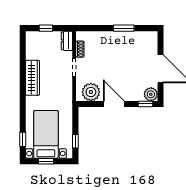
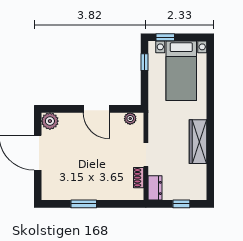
plant: (91, 92) -> (130, 119), width x0.53, depth x0.53
window: (145, 104) -> (57, 109), removed
window: (23, 139) -> (210, 65), removed
window: (46, 161) -> (165, 37), moved

